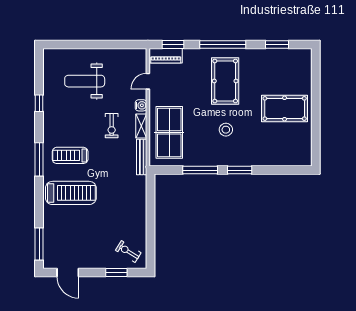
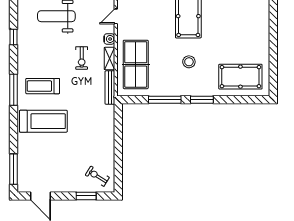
pool table: (285, 109) -> (240, 77), moved

